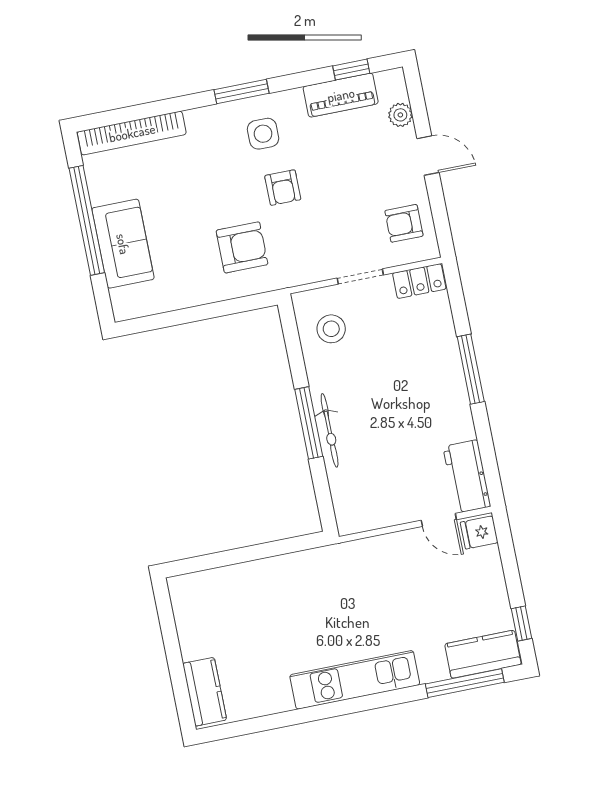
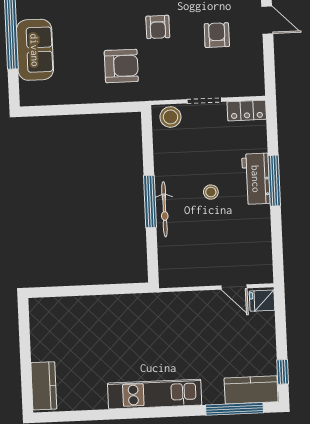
armchair: (404, 223) -> (217, 35), moved, turned 90
stool: (331, 329) -> (170, 117), moved
stool: (388, 398) -> (211, 192), added
workbench: (467, 476) -> (256, 179), moved

